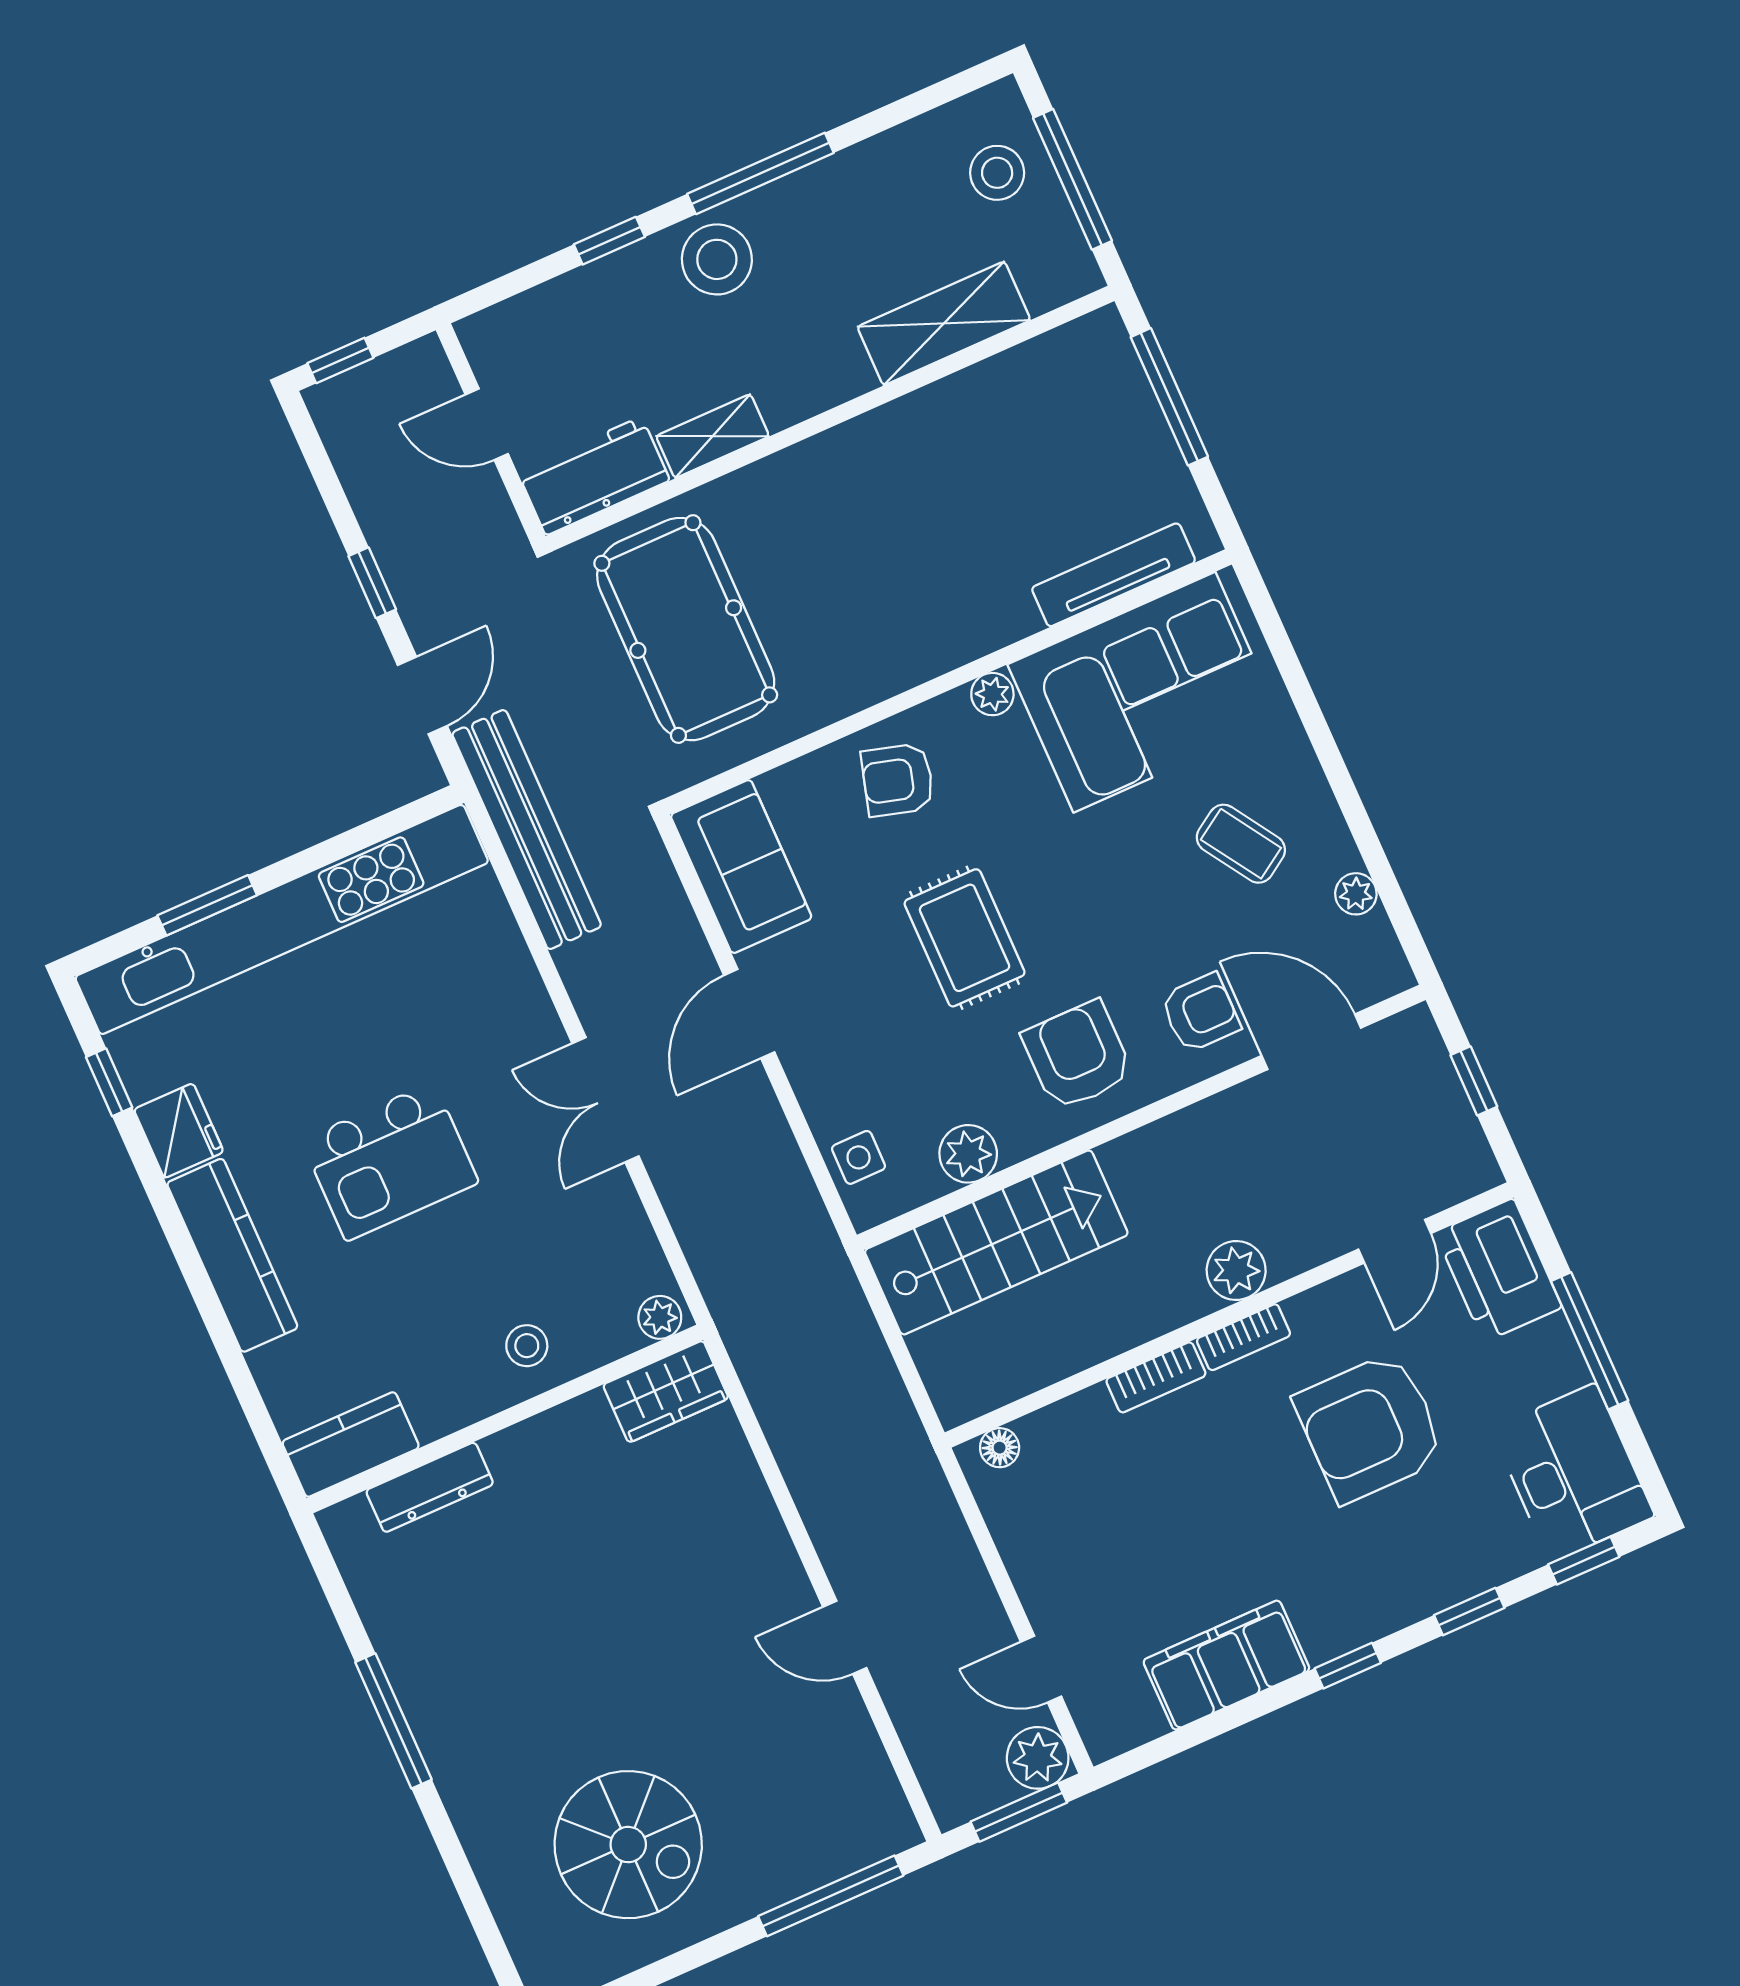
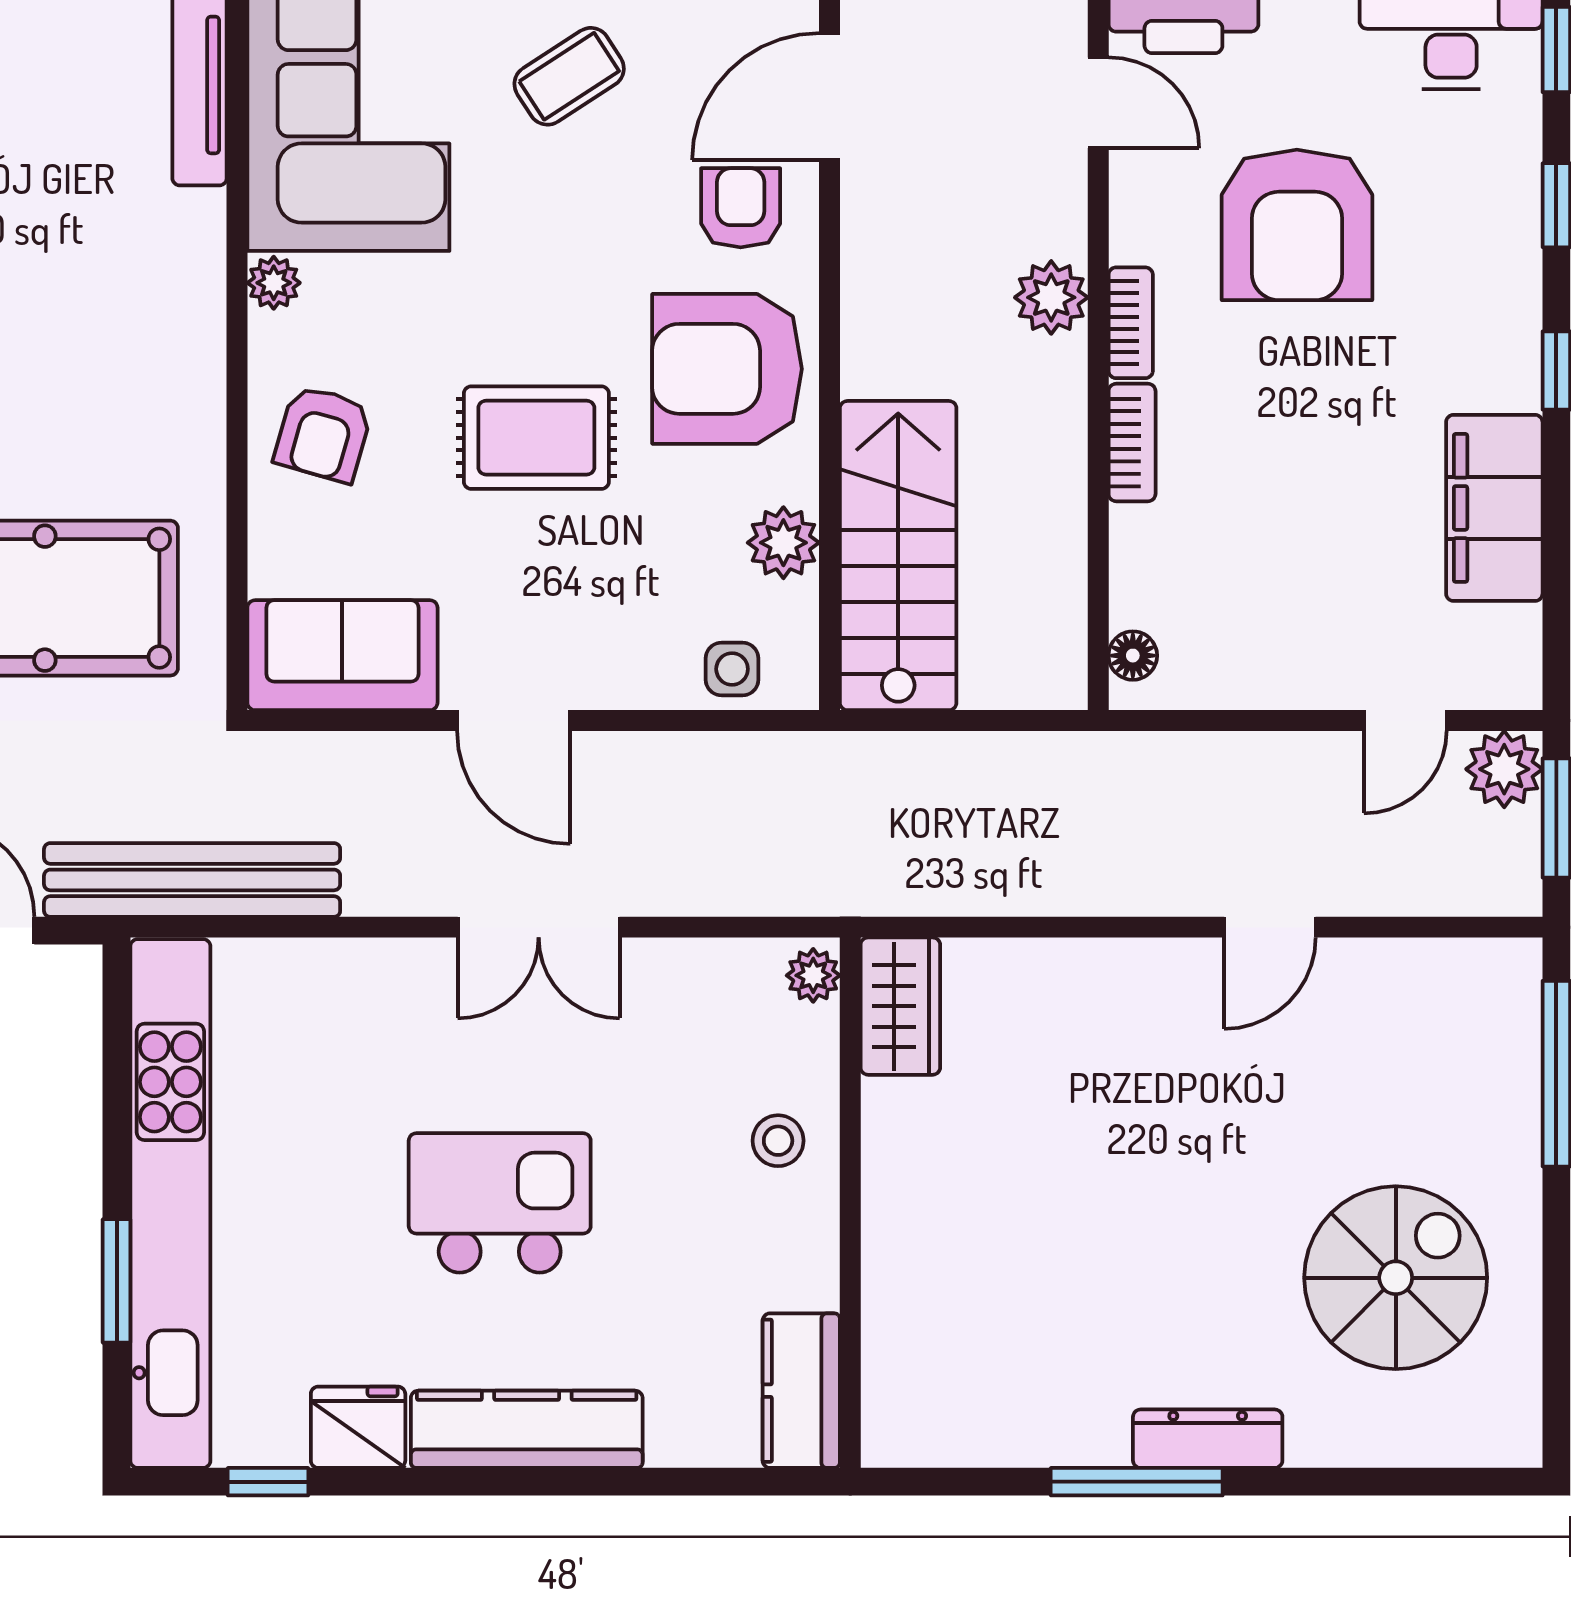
armchair: (1078, 1056) -> (727, 369), width x1.36, depth x1.36
kitchen island: (390, 1161) -> (500, 1203), turned -90
dresser: (430, 1487) -> (1208, 1439), moved, turned -90

